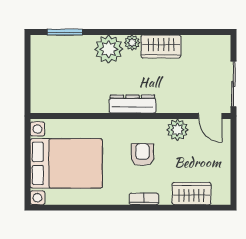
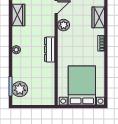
wardrobe: (161, 46) -> (18, 15), moved
plant: (109, 49) -> (20, 89), moved
armchair: (142, 155) -> (77, 44), removed

